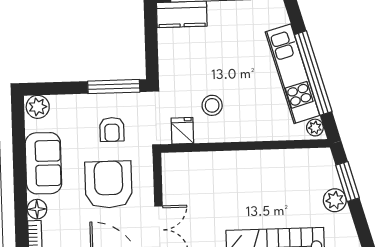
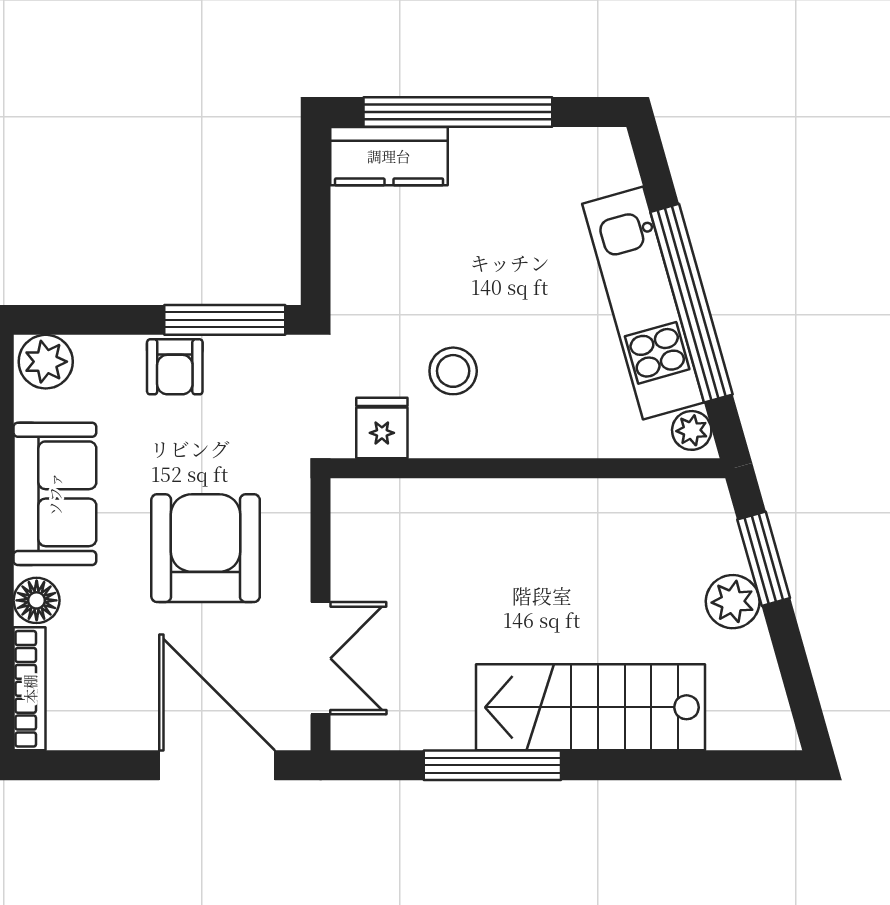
armchair: (112, 129) -> (175, 367), moved

